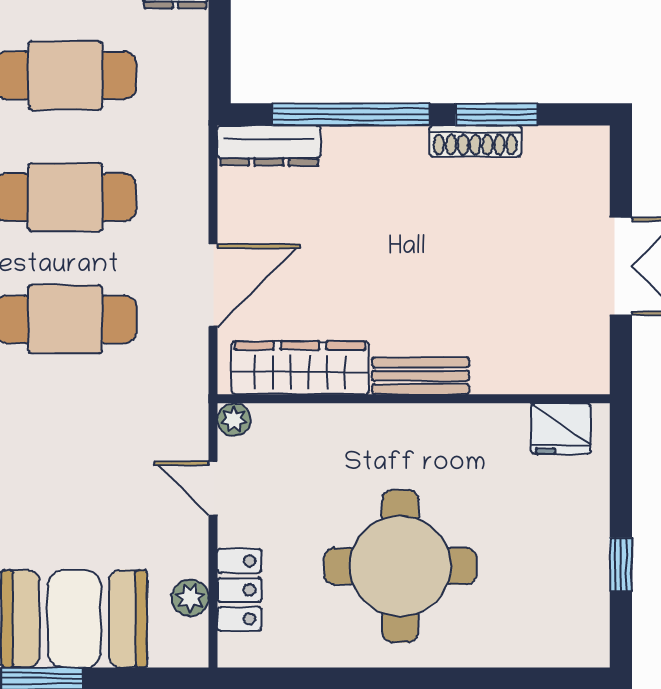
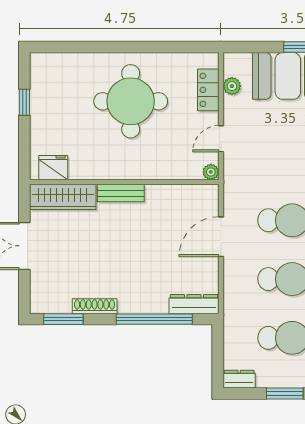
window: (496, 114) -> (63, 319), moved
wardrobe: (300, 368) -> (63, 197), moved
door: (213, 488) -> (221, 139), swing flipped

